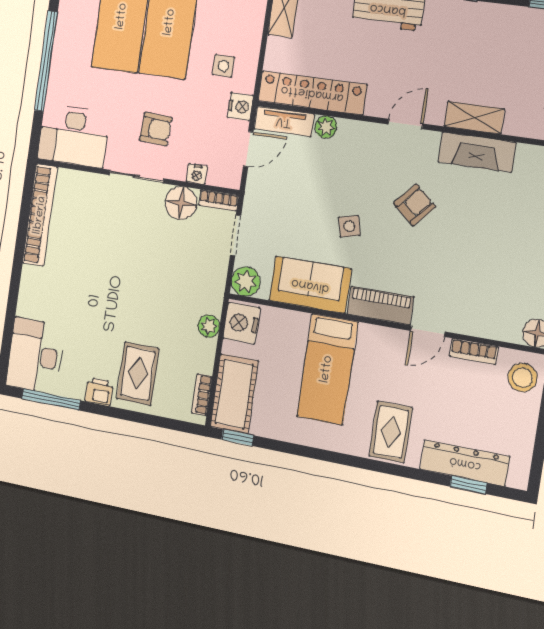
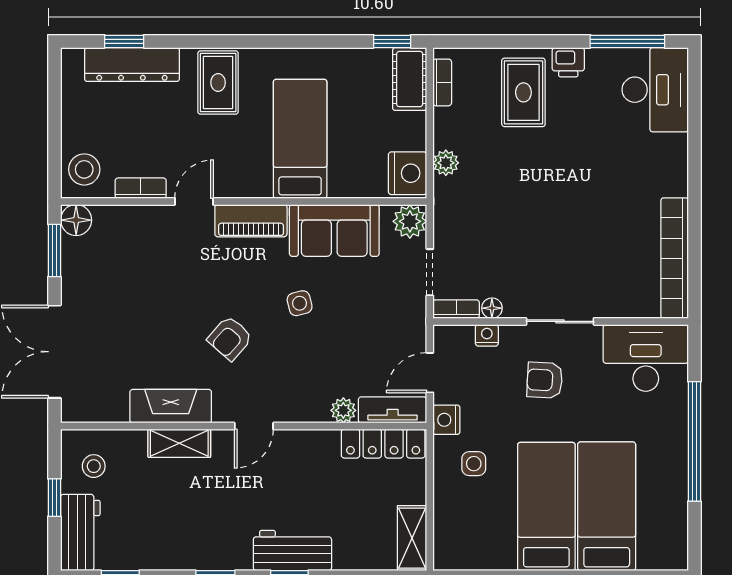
locker: (312, 93) -> (383, 444), width x0.71, depth x0.83
floor lamp: (181, 203) -> (492, 308), width x0.53, depth x0.53
cot: (234, 394) -> (410, 79), width x0.73, depth x0.75

